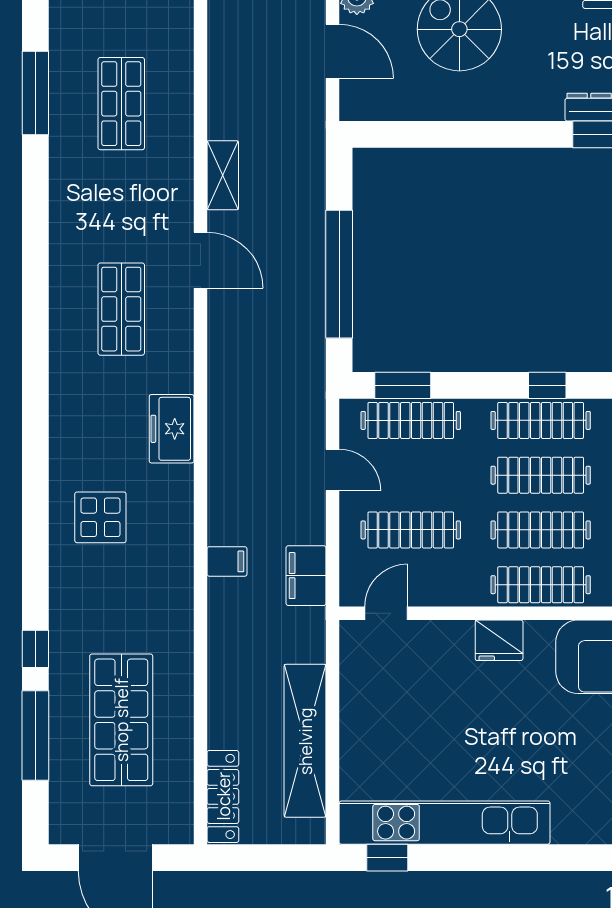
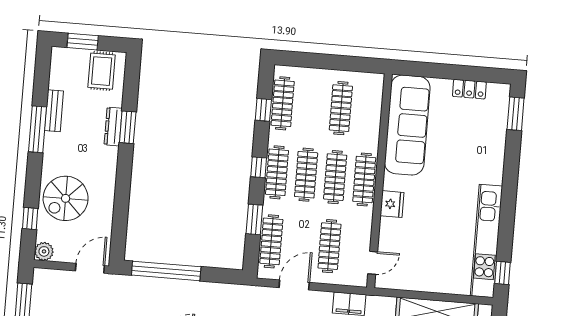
door: (333, 51) -> (90, 268), moved
window: (339, 274) -> (166, 271), moved
window: (403, 385) -> (254, 219), moved
door: (333, 470) -> (294, 285), width x1.38
door: (386, 613) -> (373, 263), swing flipped

